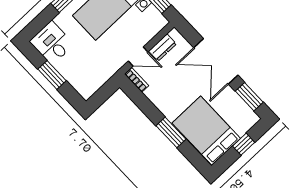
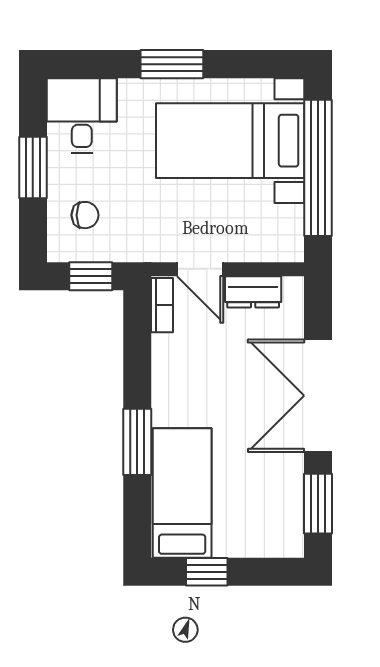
chair: (84, 74) -> (85, 215), added
window: (105, 93) -> (91, 276), added
bed: (206, 131) -> (182, 493), width x0.67
window: (244, 144) -> (207, 572), moved

